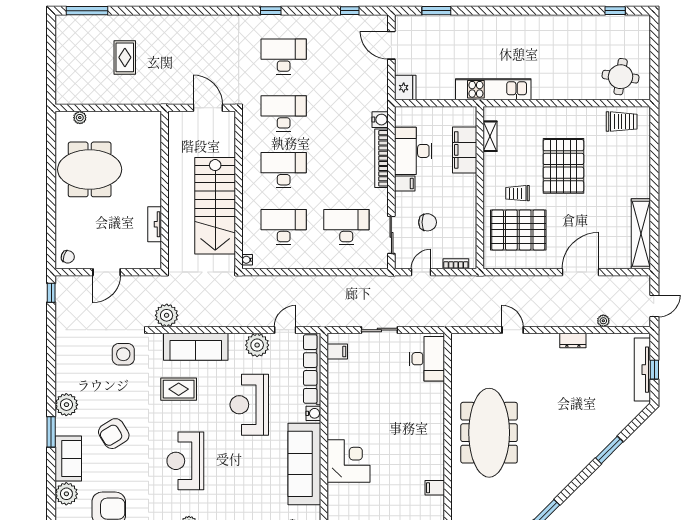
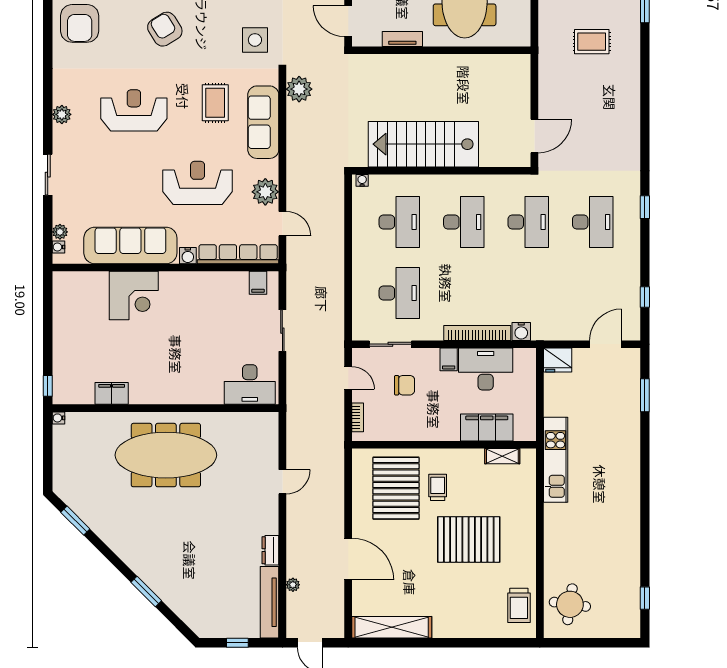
wall: (165, 190) -> (441, 50), moved
chair: (428, 222) -> (405, 385), turned -90
tv unit: (155, 224) -> (402, 39), moved
tv unit: (642, 370) -> (270, 602), moved, turned -90
filing cabinet: (435, 488) -> (112, 393), width x2.00

